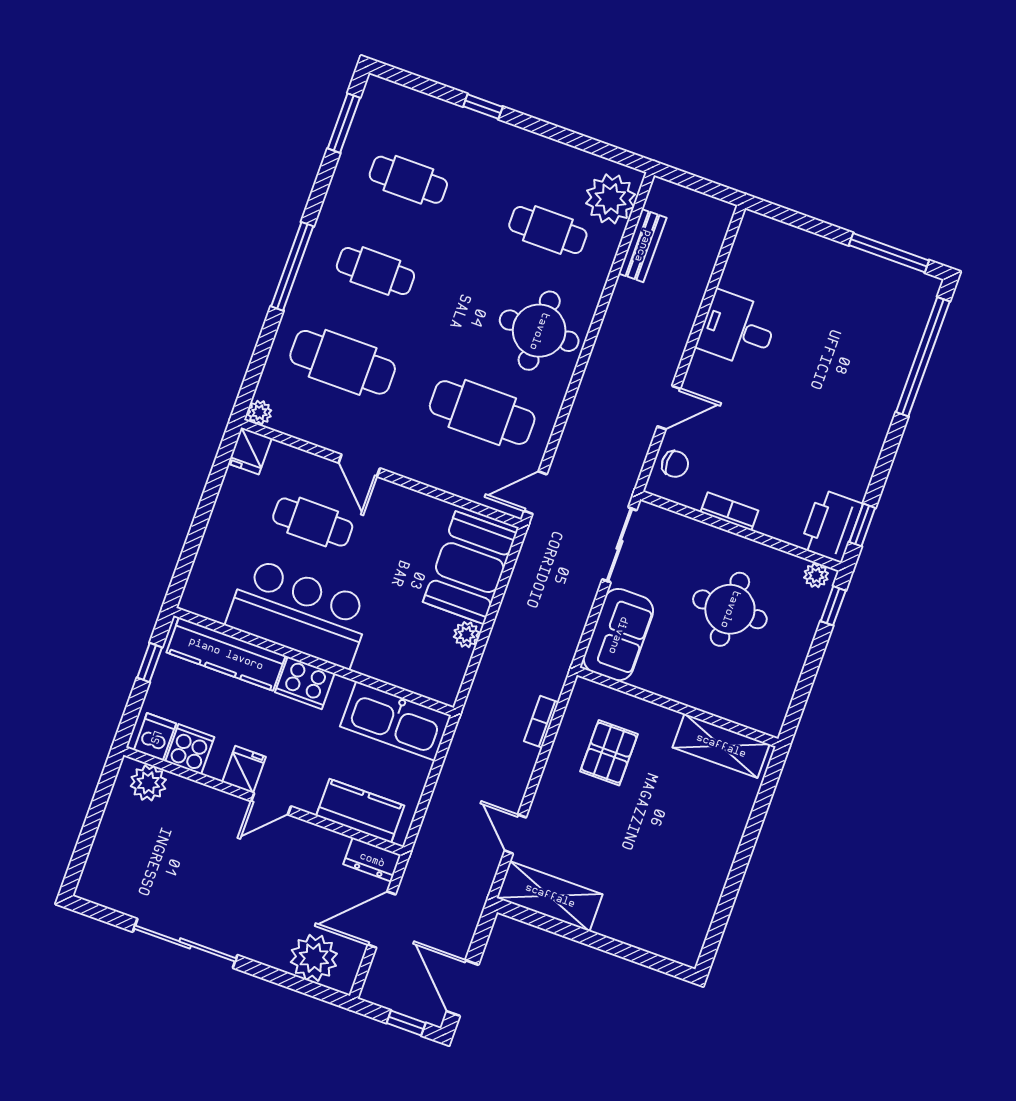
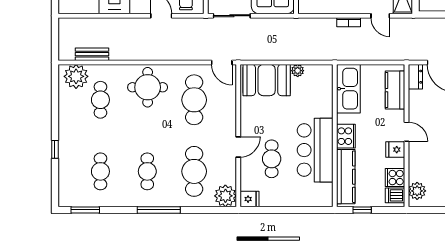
plant: (259, 413) -> (225, 196), width x1.88, depth x1.88
bookcase: (541, 722) -> (349, 22), moved
door: (515, 834) -> (380, 16), hinge flipped

